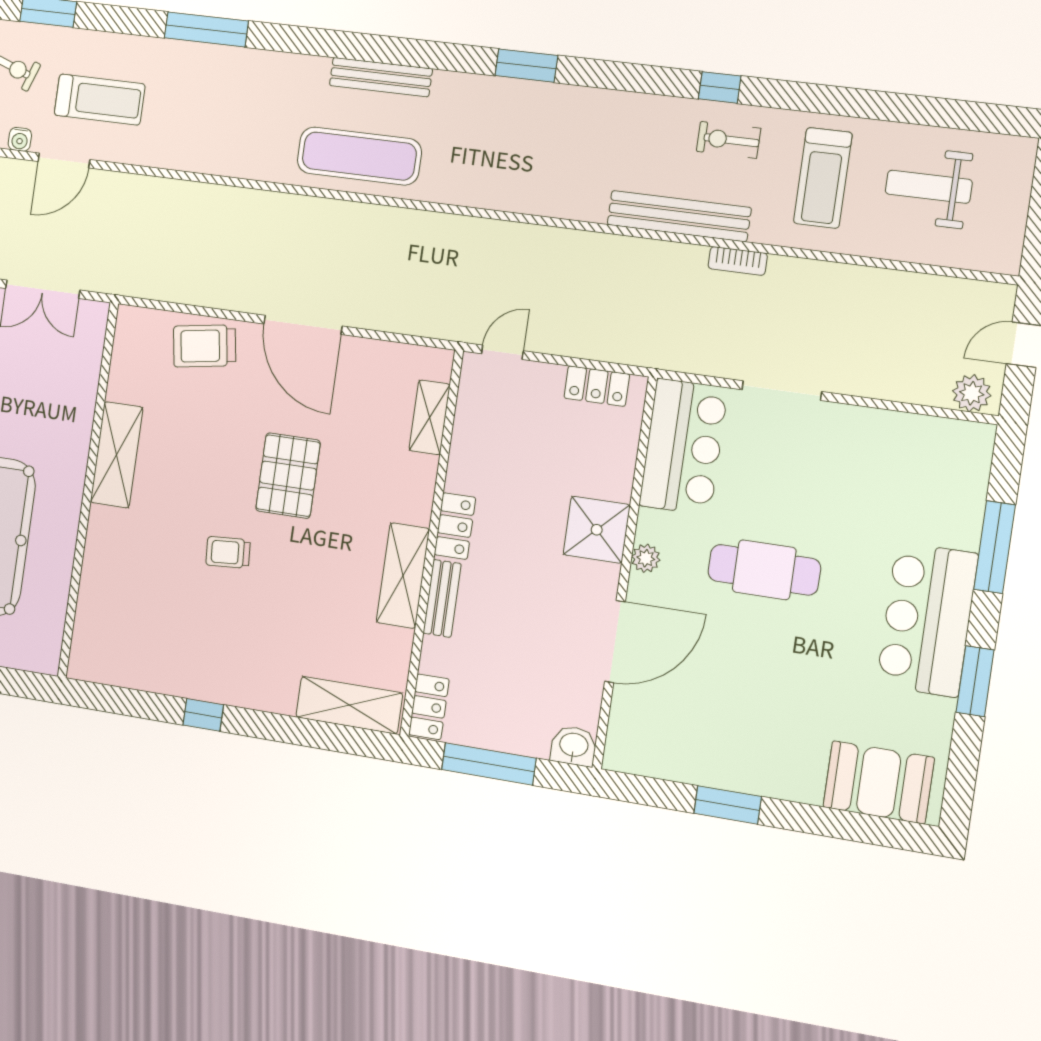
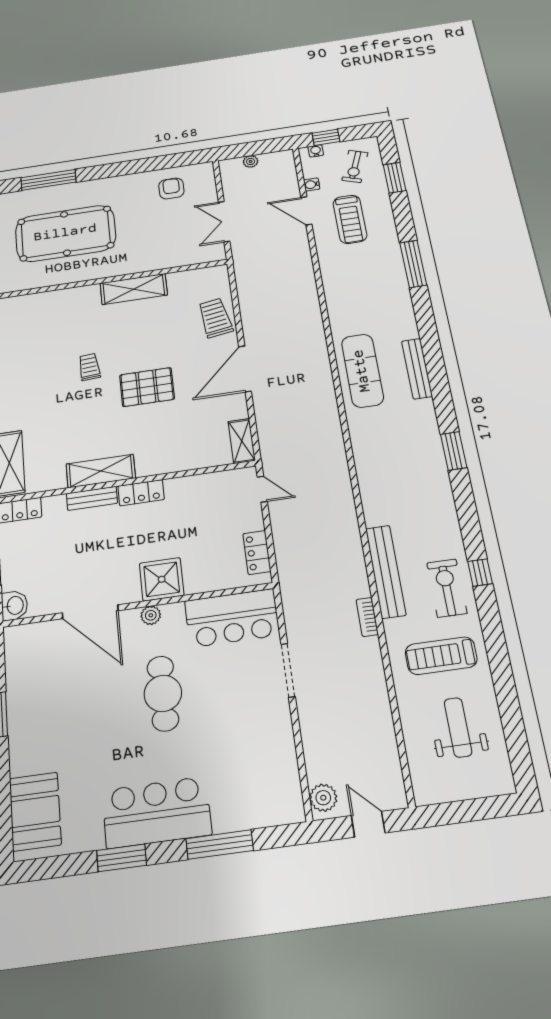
exercise bike: (728, 140) -> (447, 588), width x1.38, depth x1.39
shelving: (430, 417) -> (242, 441), moved, turned 90

